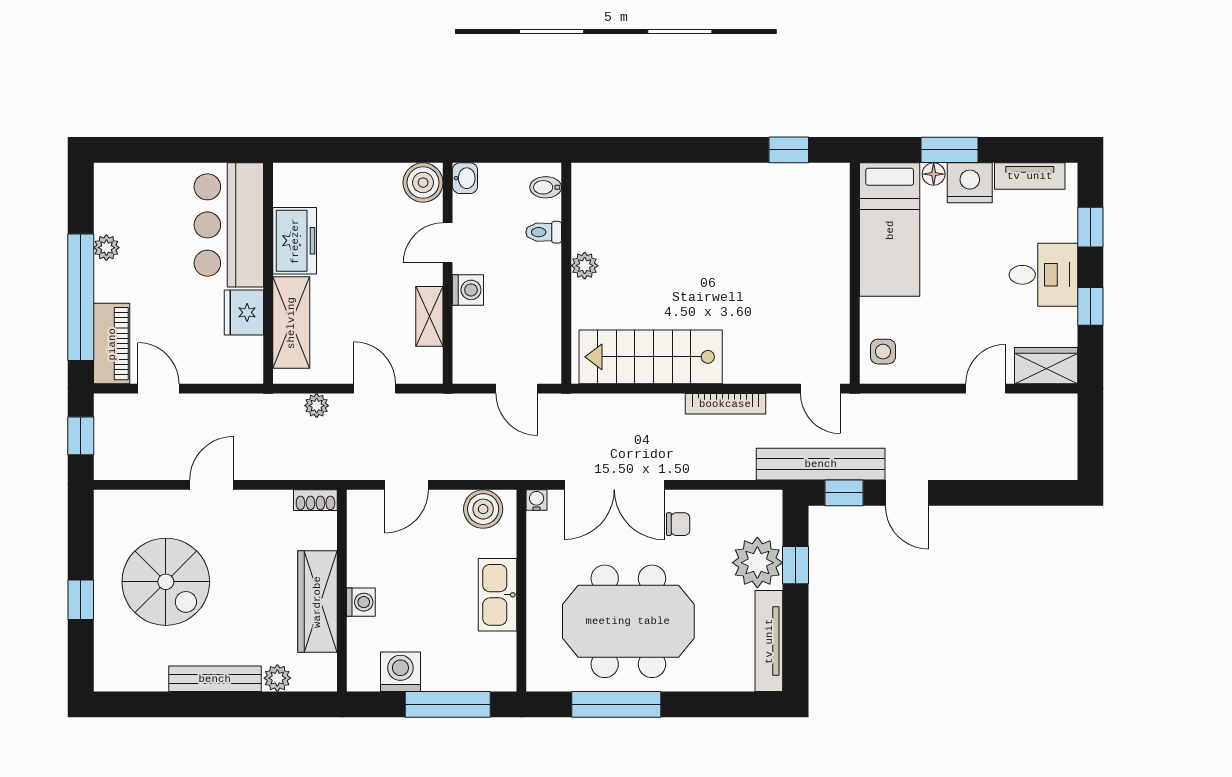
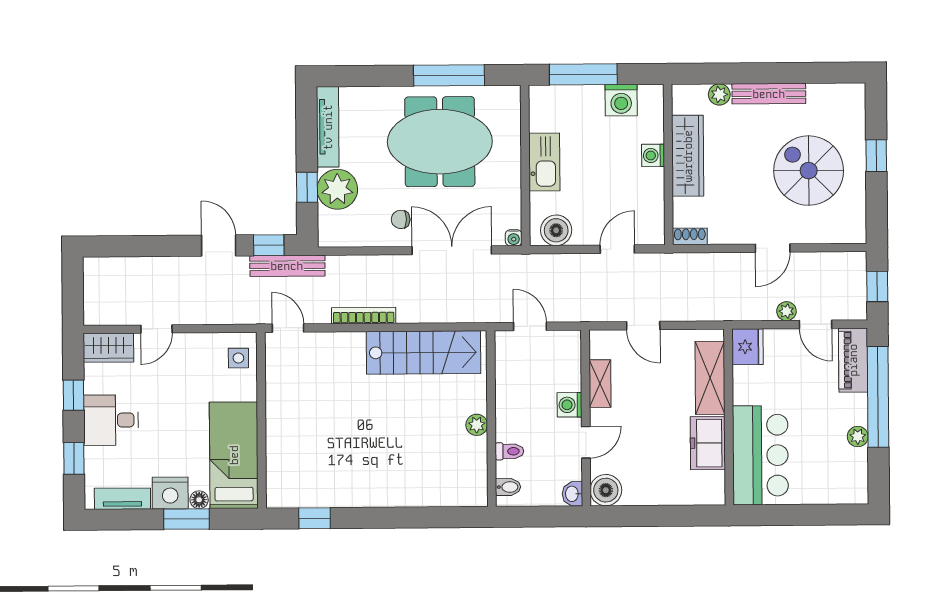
fridge: (244, 312) -> (748, 347), moved
plant: (317, 406) -> (786, 311), moved
bench: (821, 464) -> (287, 266), width x0.73, depth x0.82

